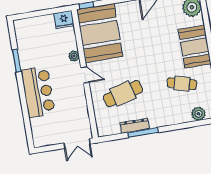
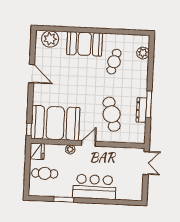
cafe table: (41, 33) -> (45, 173), added

